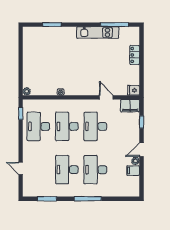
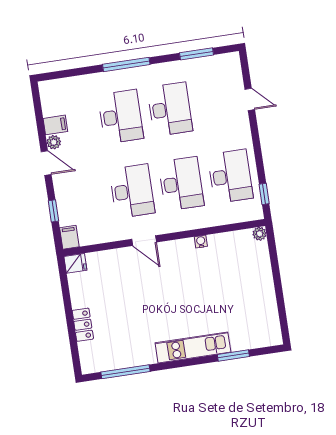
kitchen unit: (98, 33) -> (193, 347), moved
door: (106, 97) -> (144, 241), moved
filing cabinet: (130, 106) -> (69, 237), width x0.50
door: (142, 150) -> (46, 163), hinge flipped

